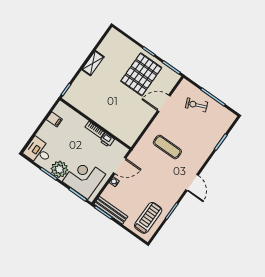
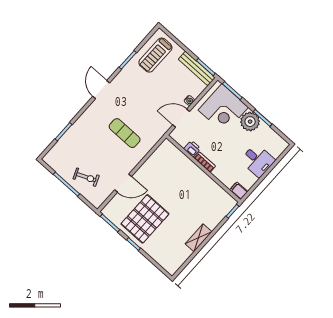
filing cabinet: (54, 119) -> (239, 191), moved
desk: (38, 151) -> (258, 160), moved

